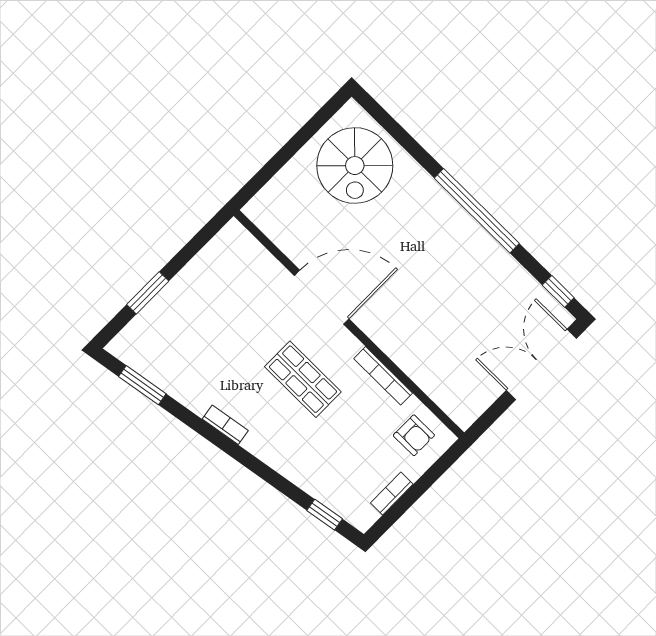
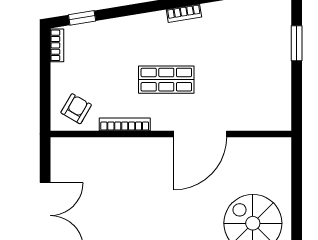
armchair: (414, 435) -> (76, 109), turned 120
bookcase: (392, 493) -> (57, 45), moved

